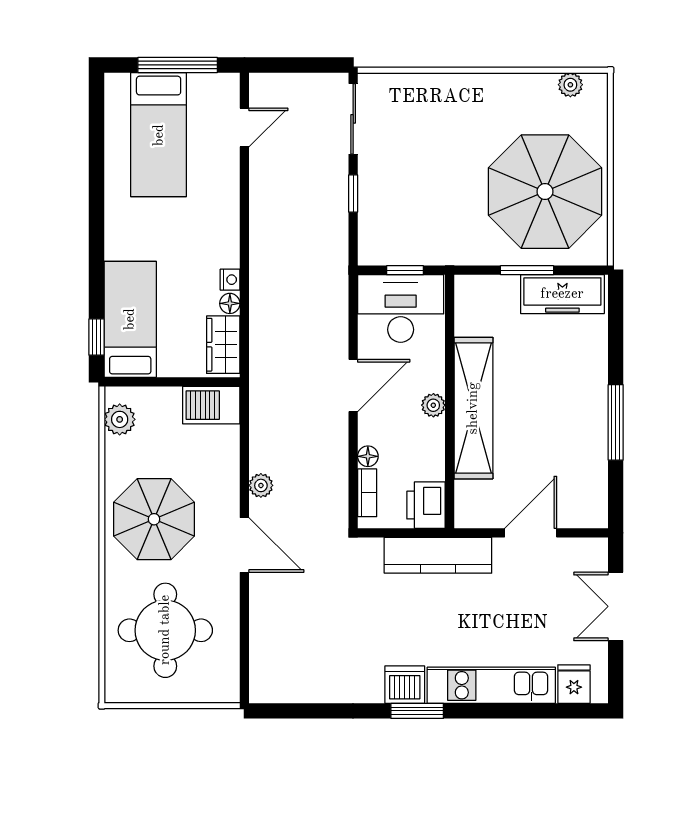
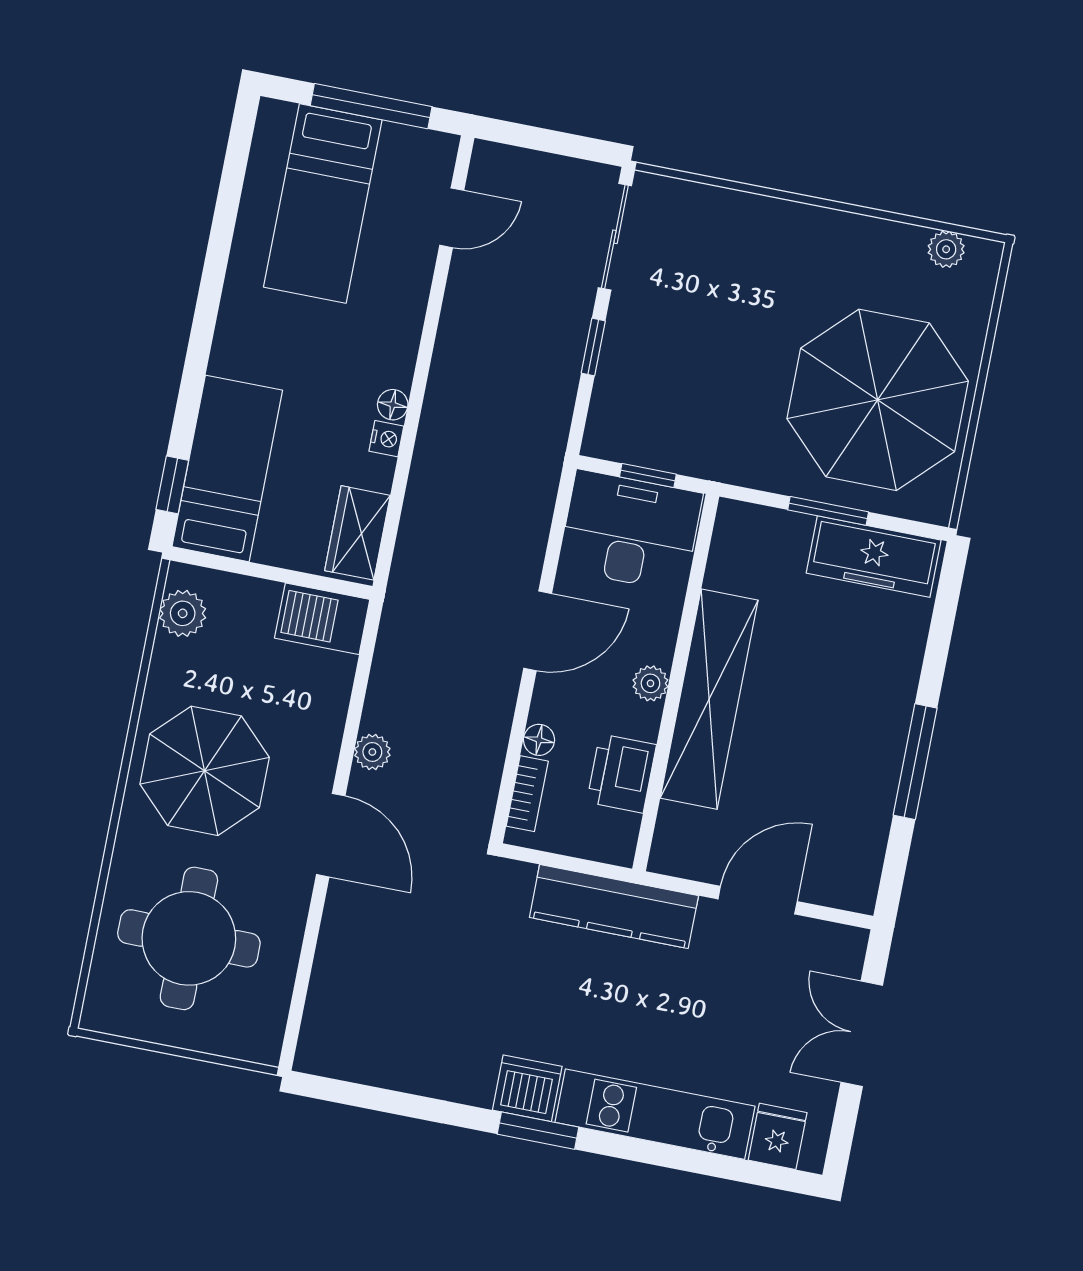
floor lamp: (230, 303) -> (393, 405), moved
printer: (426, 505) -> (622, 773), moved

